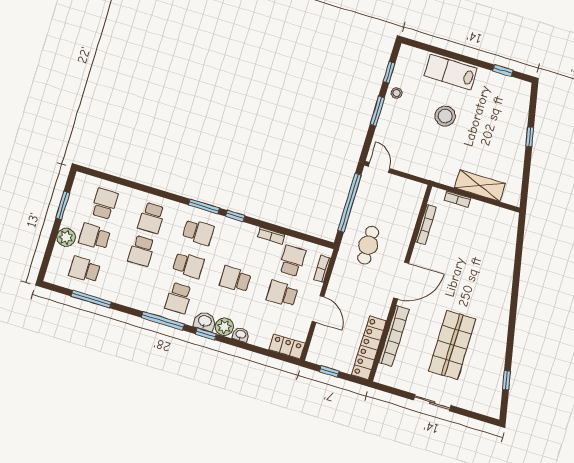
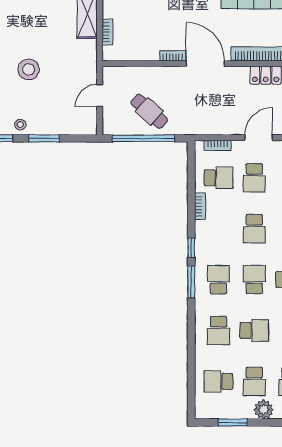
door: (379, 167) -> (100, 95), moved
school desk: (151, 218) -> (219, 331), turned 90
bookcase: (426, 225) -> (173, 56), moved, width x0.64
cafe table: (368, 245) -> (149, 111), moved, turned 42
school desk: (292, 261) -> (219, 178), turned 180

